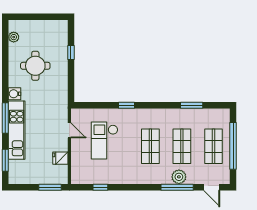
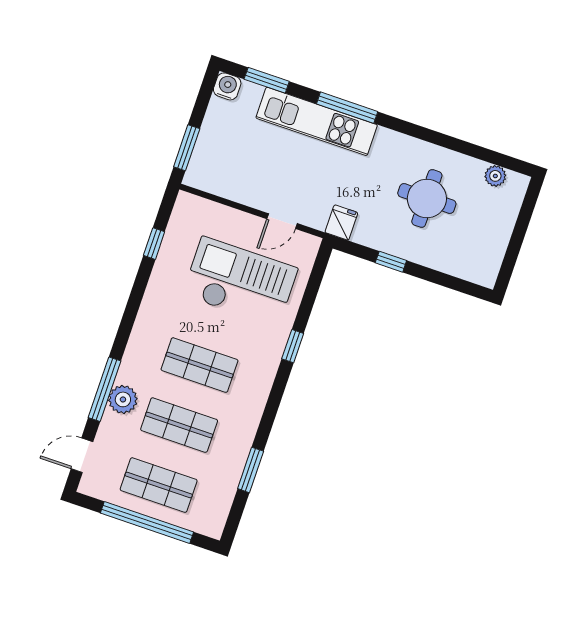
window: (71, 52) -> (391, 262), moved
water cooler: (15, 94) -> (227, 86), moved
checkout: (105, 140) -> (240, 282), width x1.36, depth x1.21
fridge: (60, 158) -> (341, 223), moved

